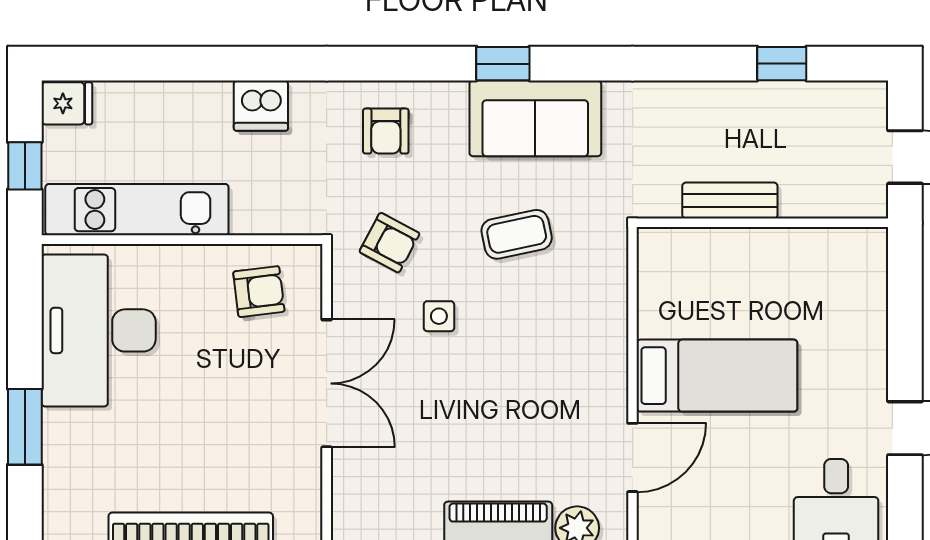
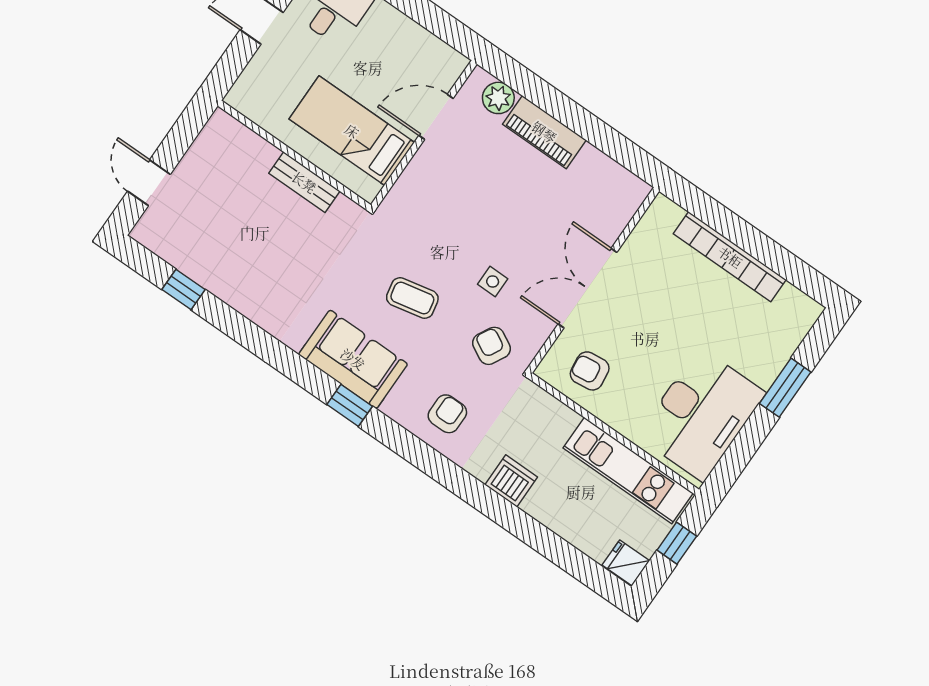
bench: (730, 201) -> (304, 182), moved
wall: (762, 223) -> (294, 155), moved

